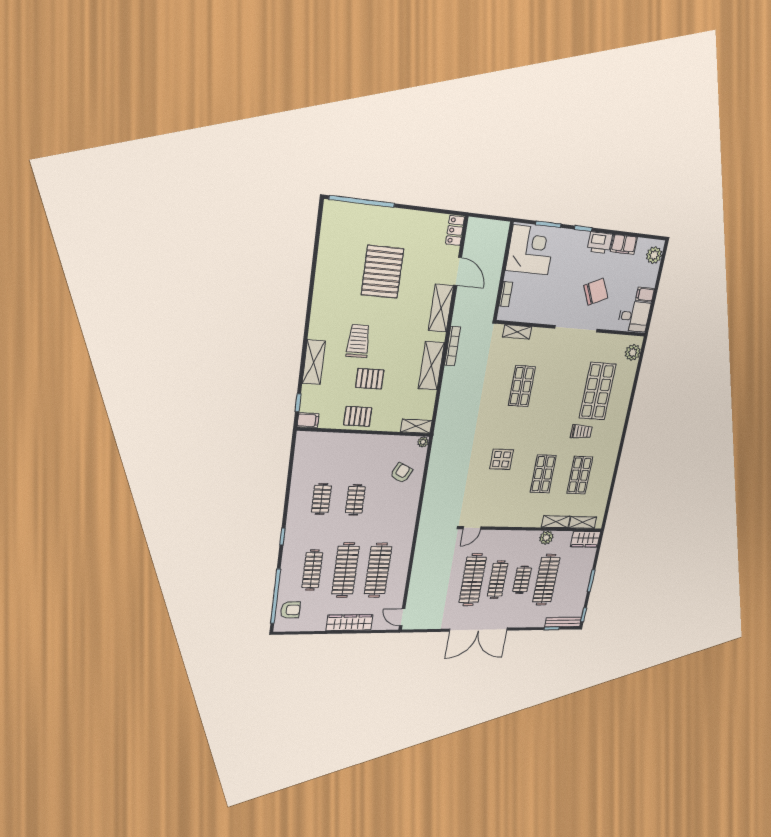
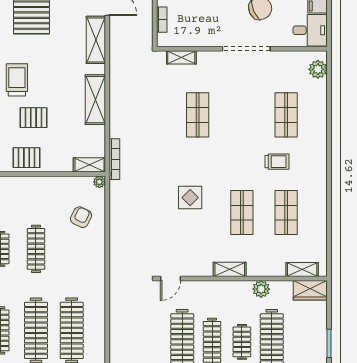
bookcase: (452, 346) -> (114, 159), moved
shop shelf: (598, 391) -> (286, 115), width x0.70, depth x0.74
clothes rail: (355, 500) -> (36, 249), width x1.36
shelving: (556, 522) -> (230, 269), moved

